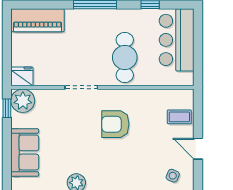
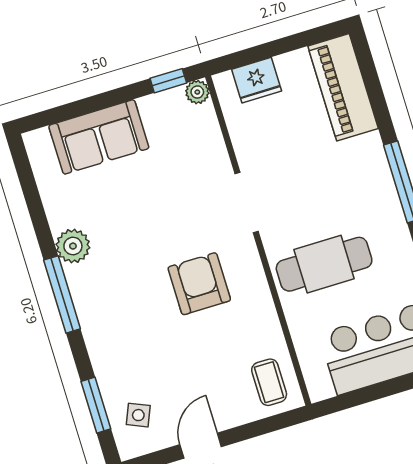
fridge: (22, 76) -> (257, 80), moved, turned 90
plant: (23, 101) -> (197, 92), width x0.53, depth x0.53
coffee table: (179, 117) -> (269, 382), moved

